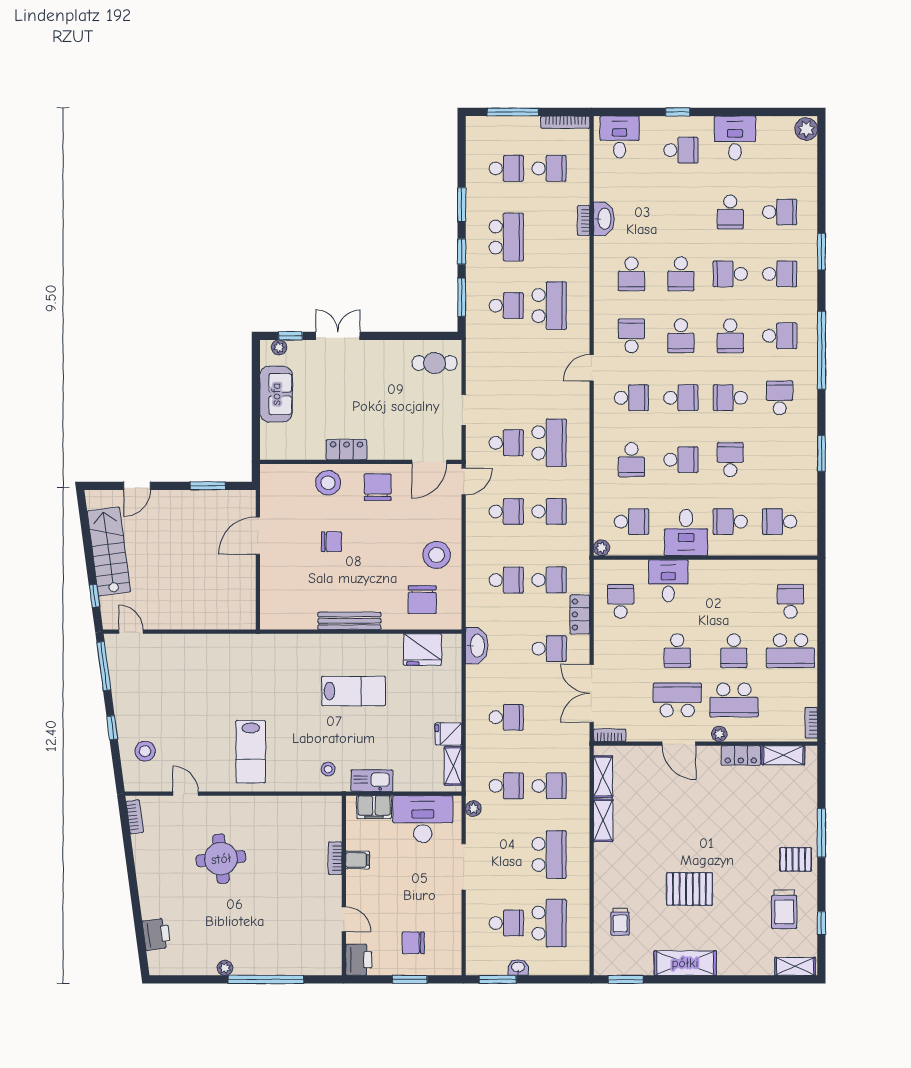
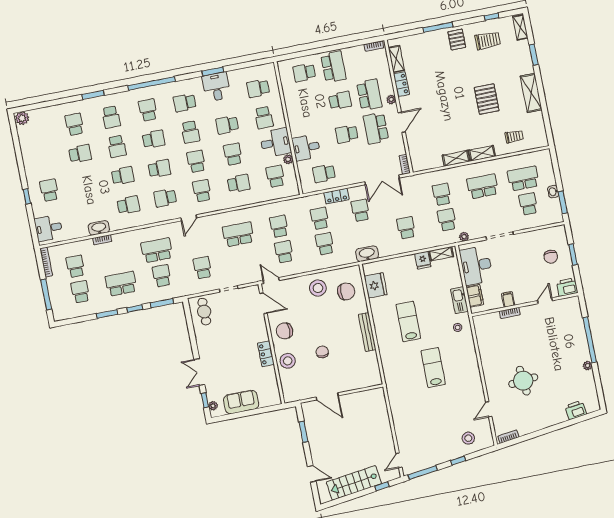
desk: (735, 138) -> (216, 87), moved, turned 90
school desk: (780, 274) -> (111, 117), turned 180
door: (592, 368) -> (189, 218), hinge flipped
school desk: (506, 443) -> (203, 268), moved
school desk: (780, 522) -> (258, 88), turned 90
plant: (602, 548) -> (288, 159), moved
school desk: (677, 651) -> (347, 134), turned 180
lab bench: (251, 752) -> (433, 368), moved, turned -90
shelving: (603, 777) -> (482, 153), moved
window: (626, 979) -> (534, 55), moved

